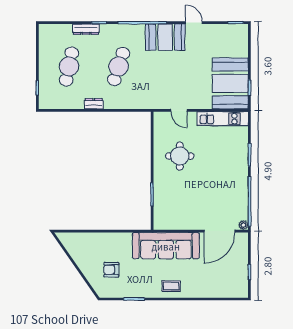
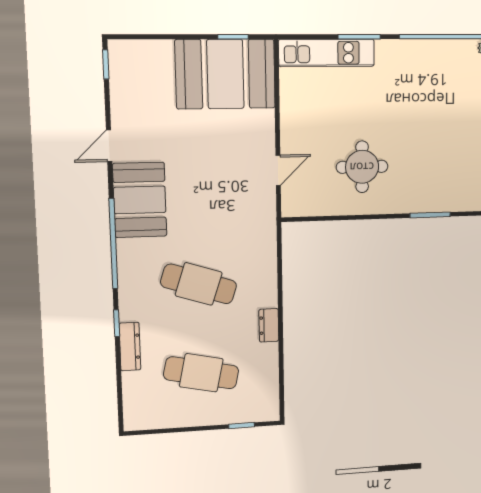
kitchen unit: (223, 119) -> (327, 53), moved, turned 90

